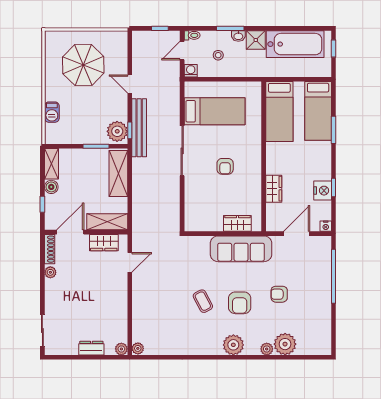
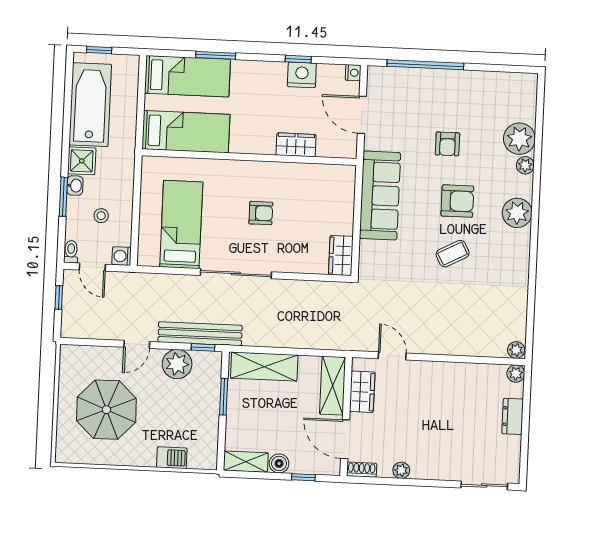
plant: (117, 131) -> (177, 364), moved
wardrobe: (237, 223) -> (341, 255), moved
shoe rack: (50, 249) -> (362, 470), width x0.70

